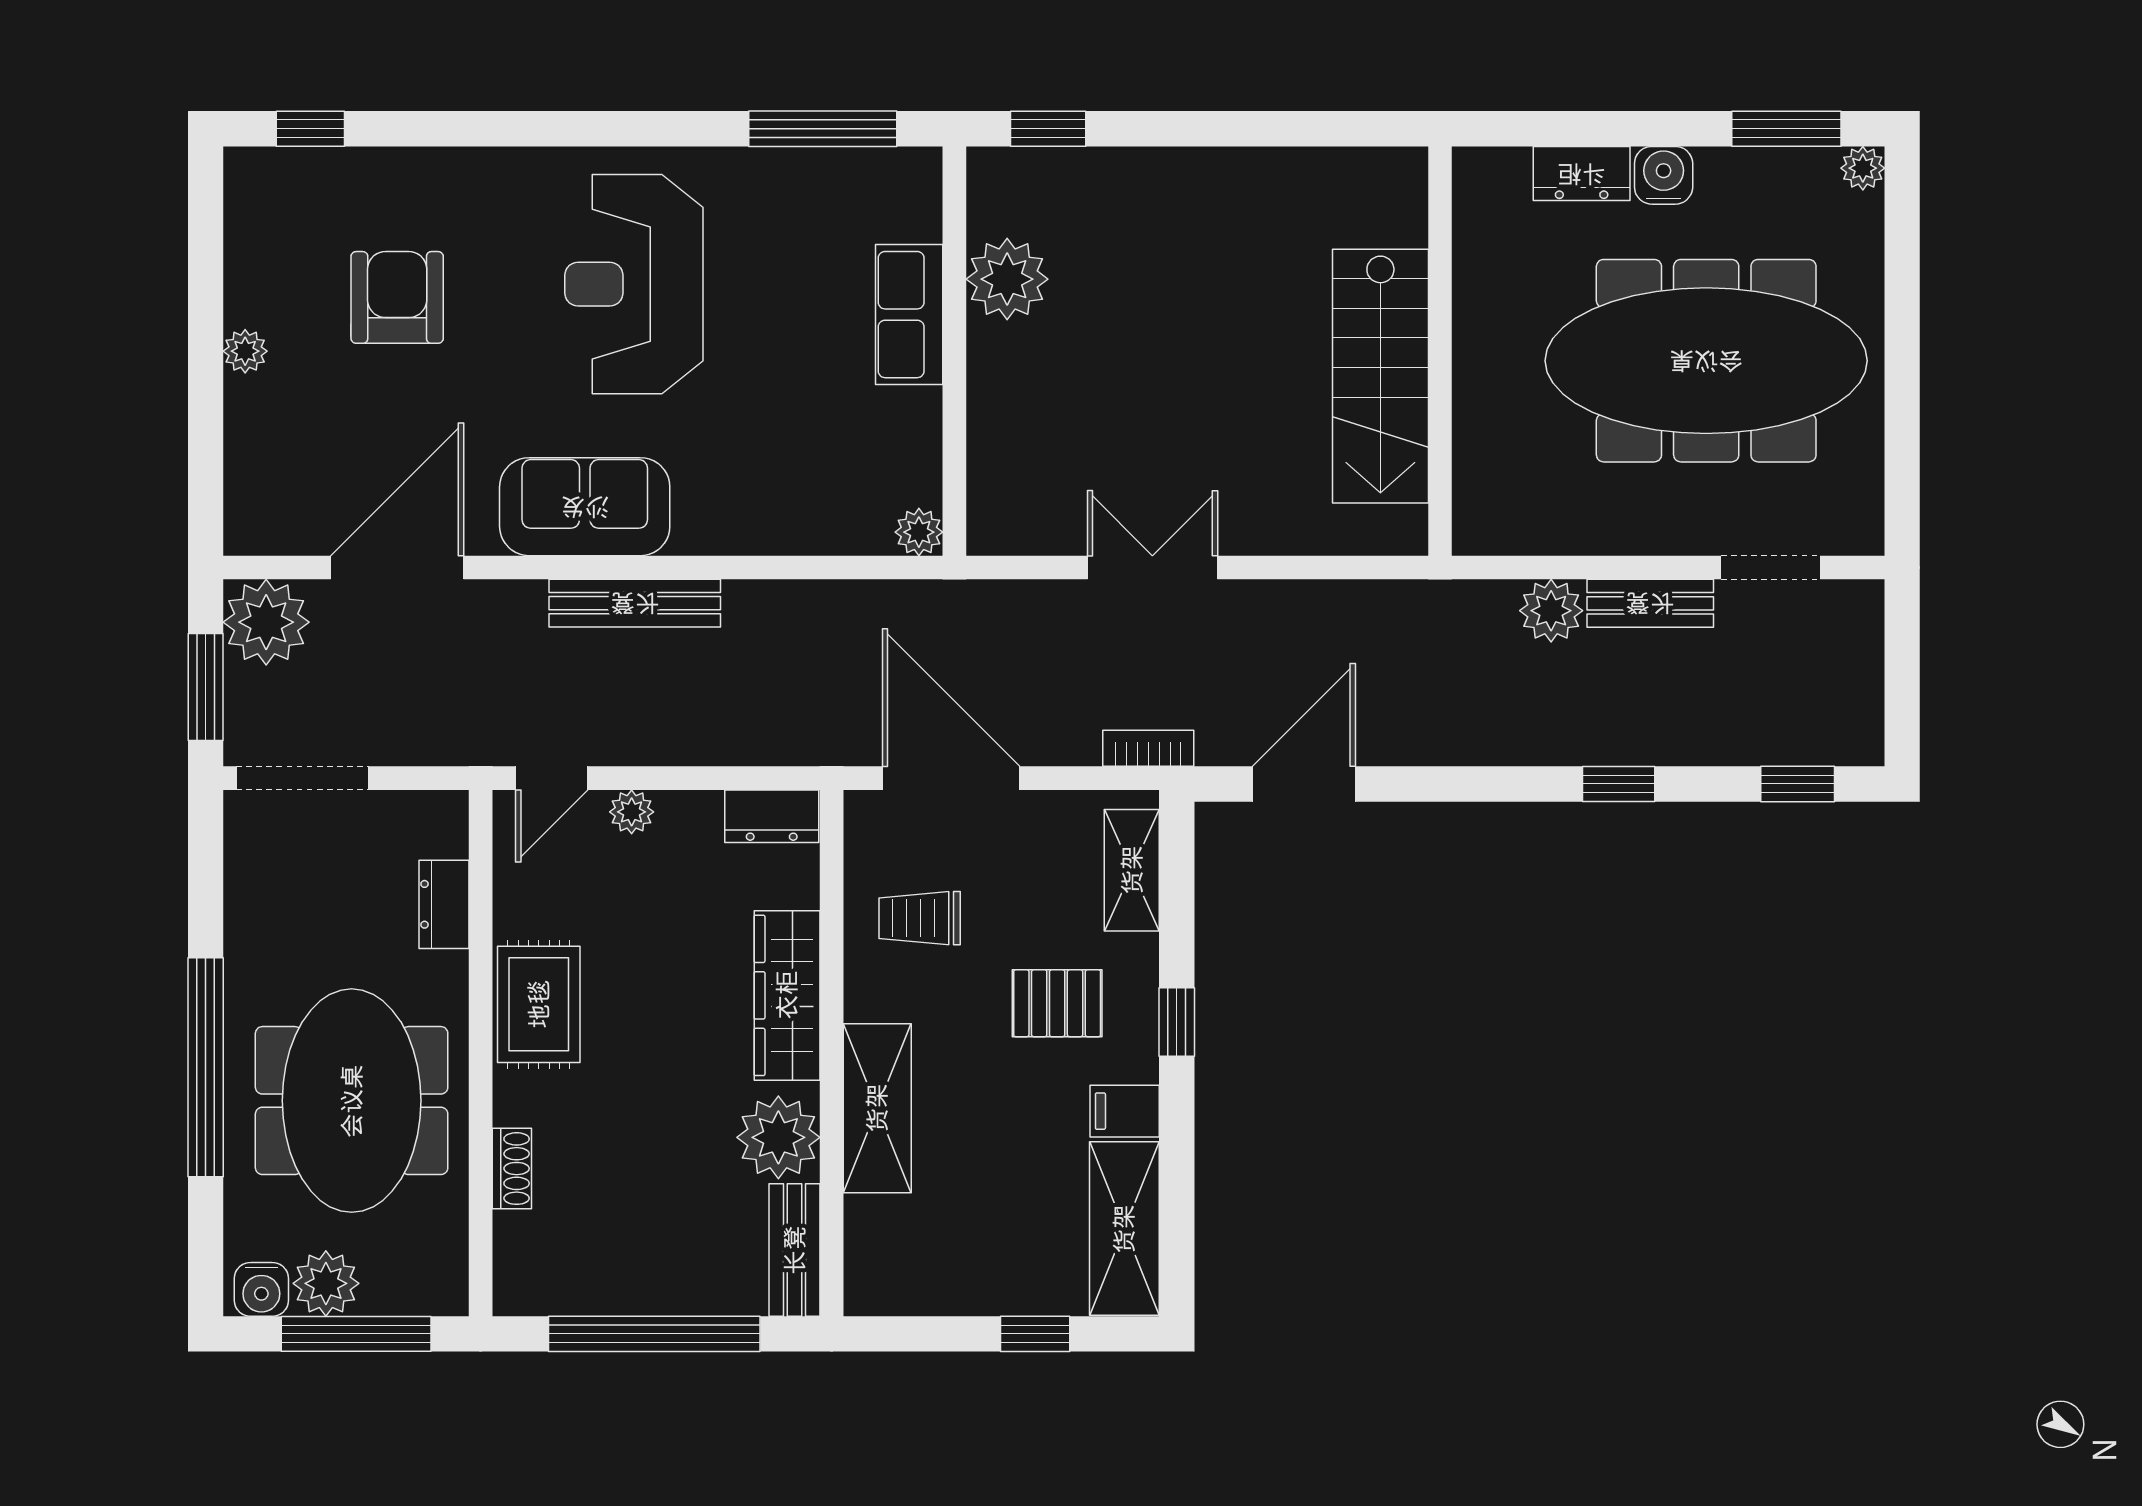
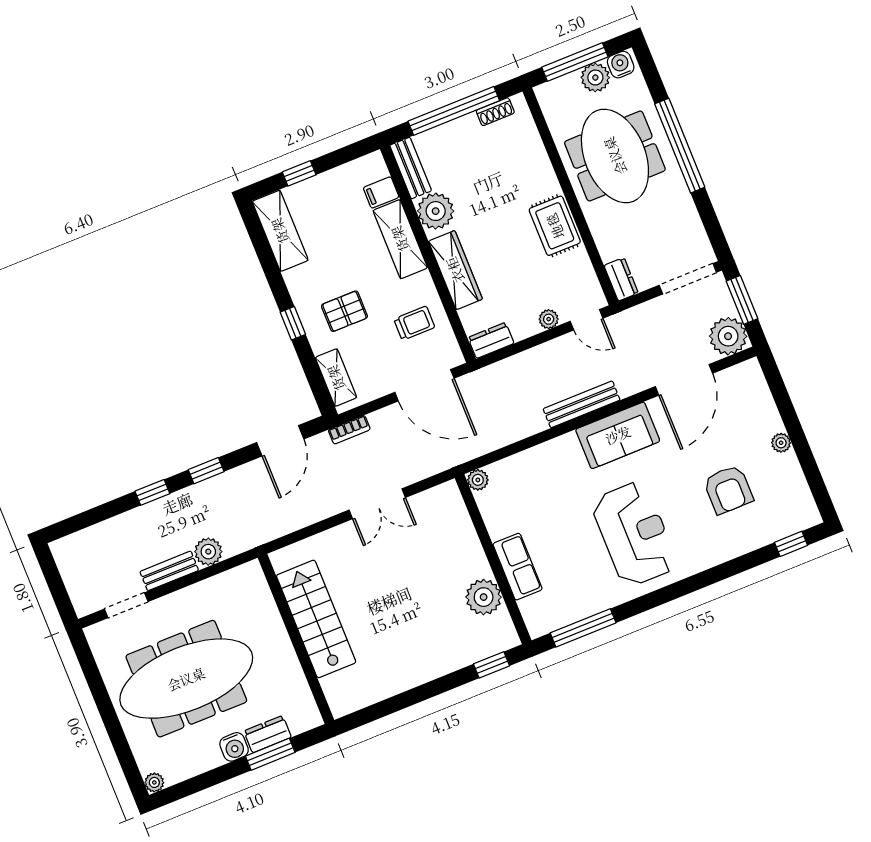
window: (1786, 129) -> (270, 754), moved
door: (552, 778) -> (587, 320), swing flipped
window: (1798, 784) -> (206, 471), moved
dresser: (444, 904) -> (621, 279), moved
filing cabinet: (1125, 1111) -> (381, 192), moved, turned 180
shoe rack: (512, 1169) -> (495, 112), moved, turned -90

